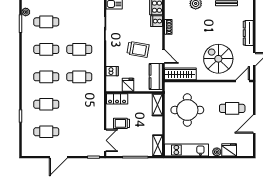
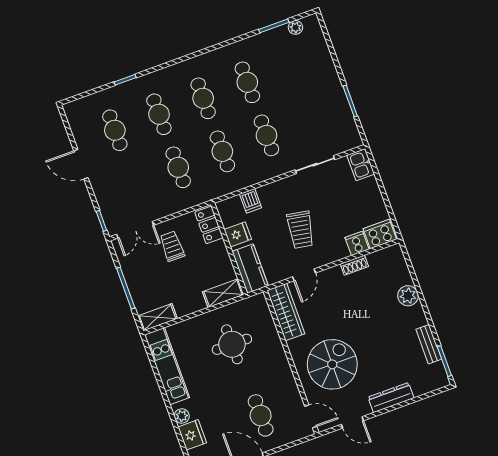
cafe table: (46, 22) -> (178, 167), moved
kitchen counter: (156, 76) -> (250, 269), moved, turned 90
round table: (187, 110) -> (232, 344), width x0.73, depth x0.73

